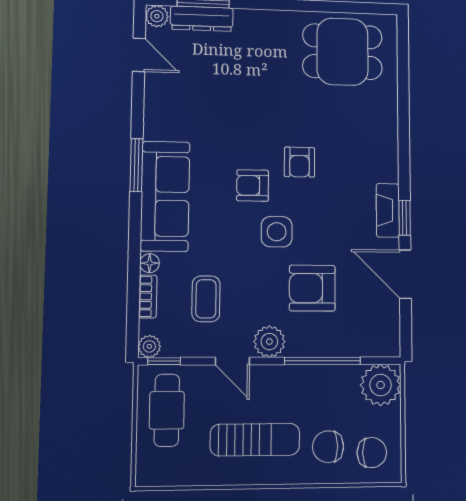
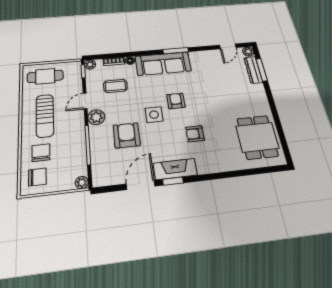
armchair: (299, 162) -> (195, 134), moved
fireplace: (388, 210) -> (175, 169), width x1.37, depth x1.32
plant: (381, 385) -> (82, 183), width x0.53, depth x0.53
cafe table: (167, 410) -> (45, 76), moved
chair: (372, 453) -> (37, 177), turned -90

